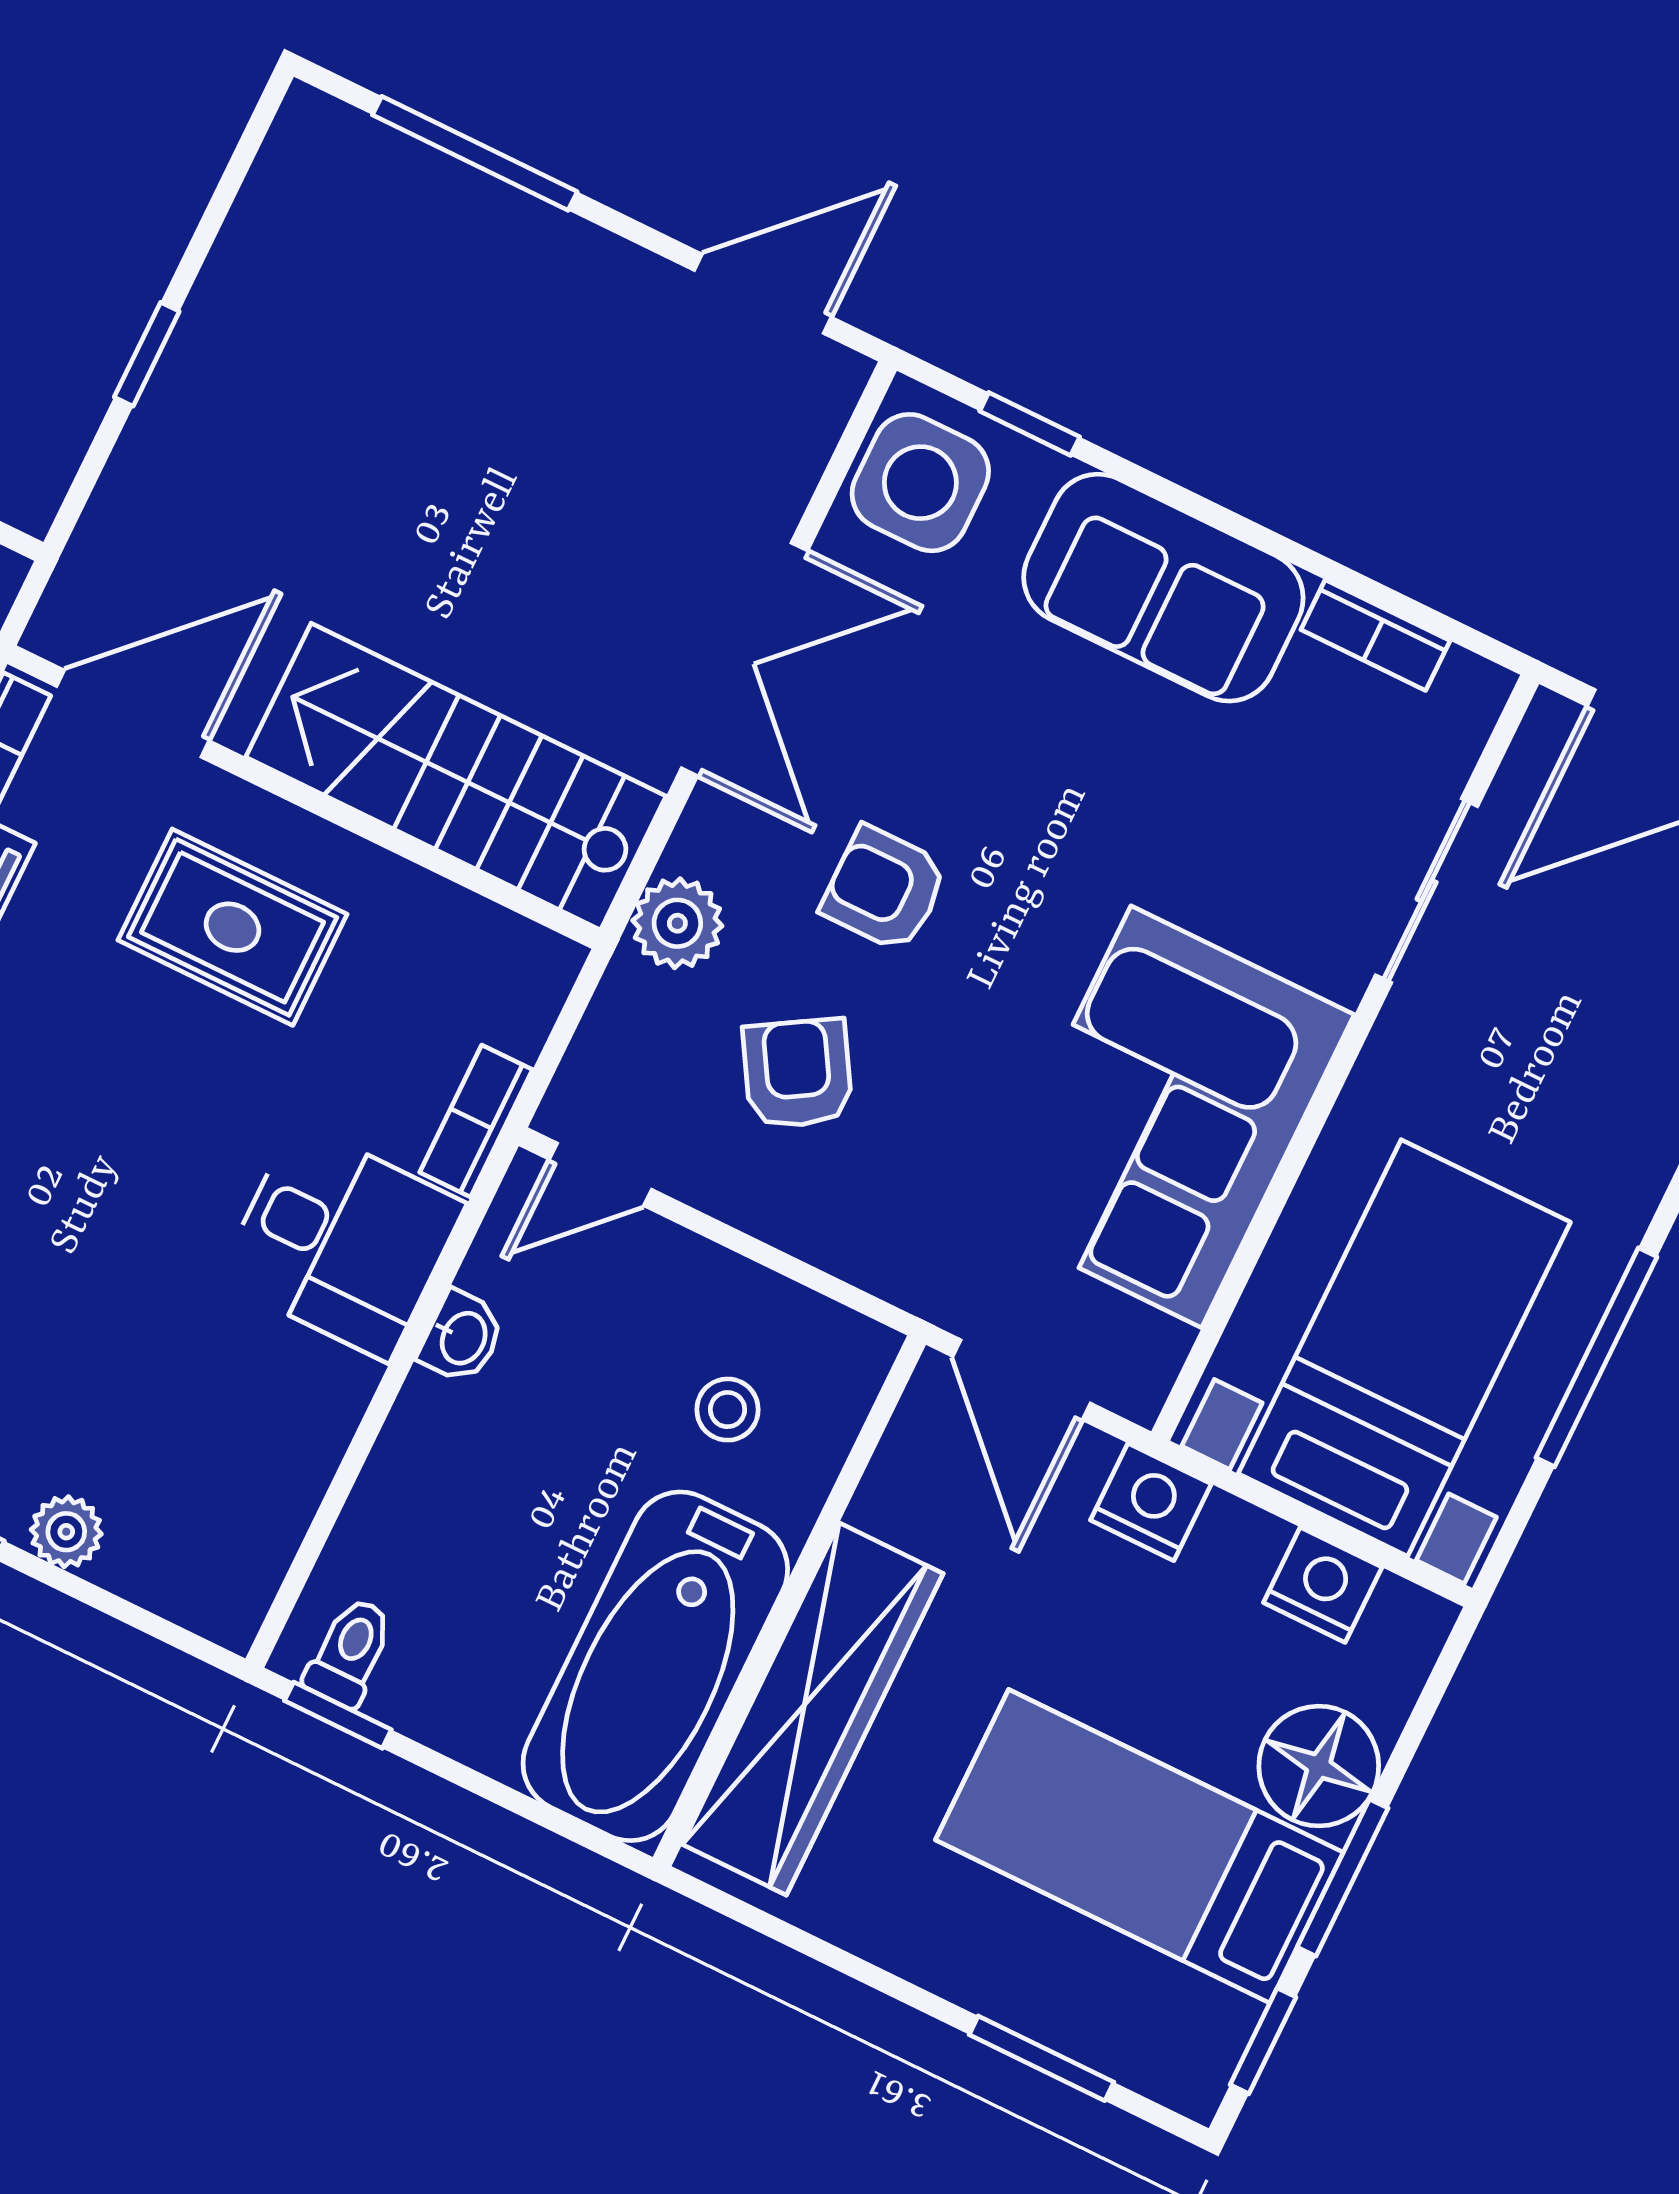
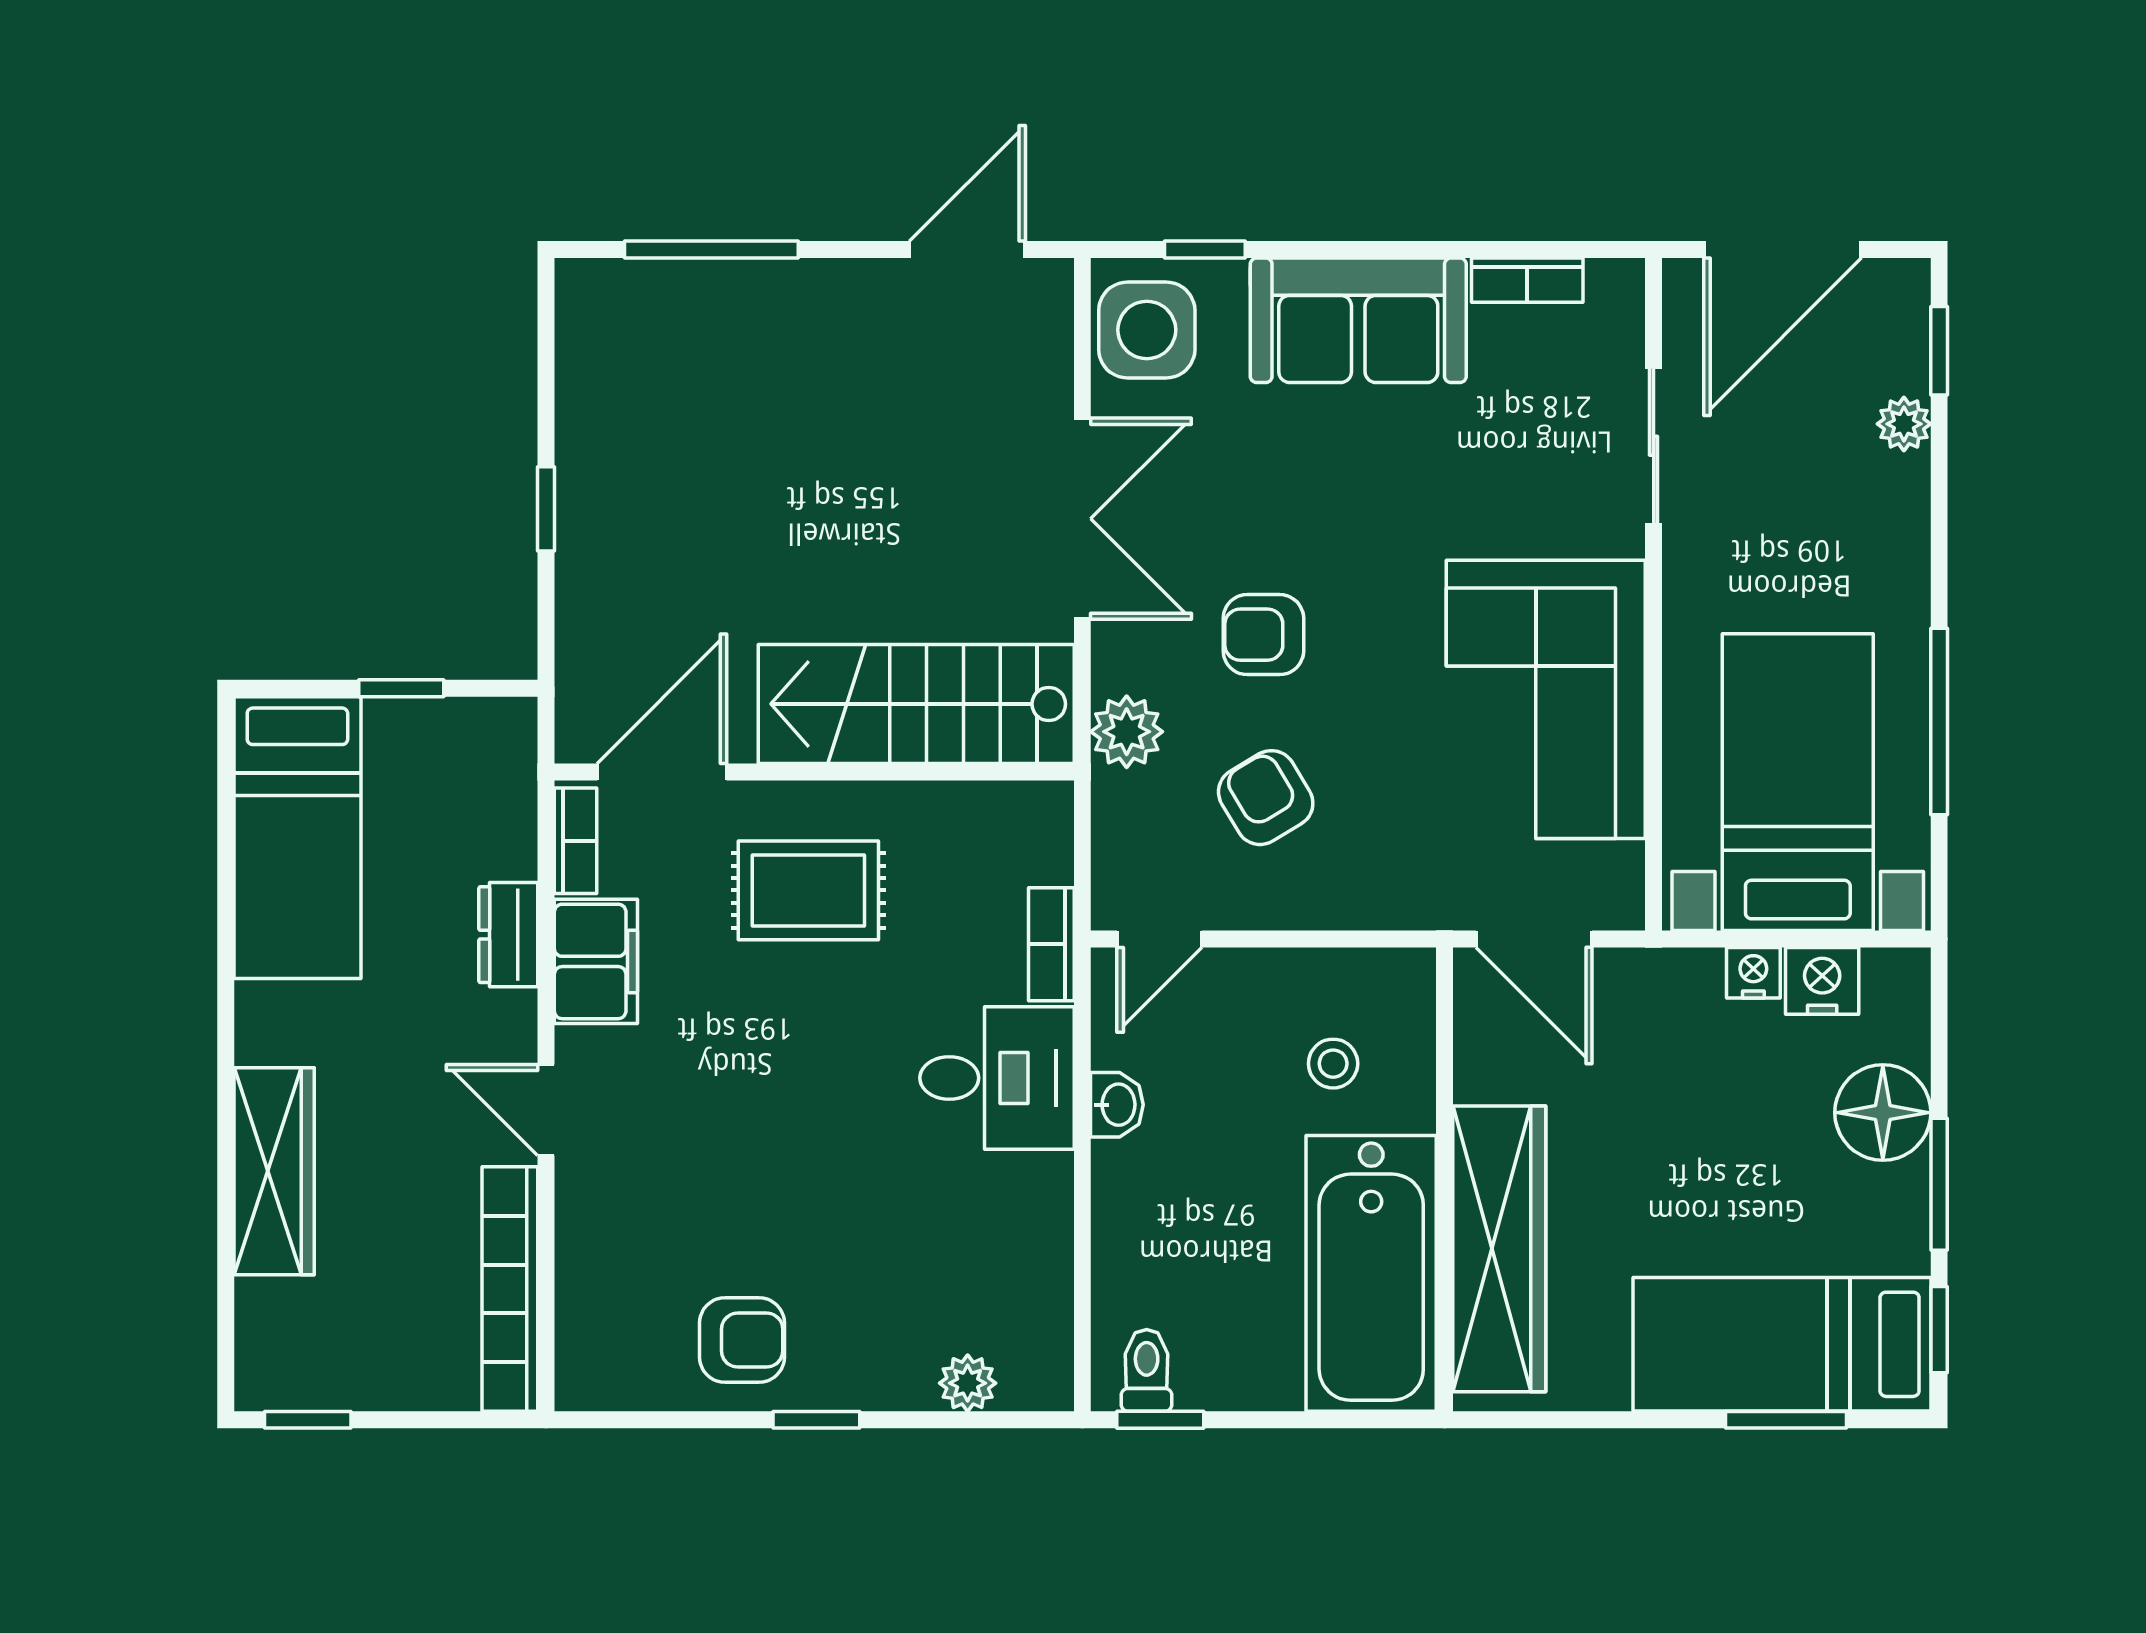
nightstand: (1151, 1502) -> (1753, 973), moved, width x0.72, depth x0.74
plant: (66, 1532) -> (968, 1383), moved
bed: (1139, 1846) -> (1782, 1344), moved

